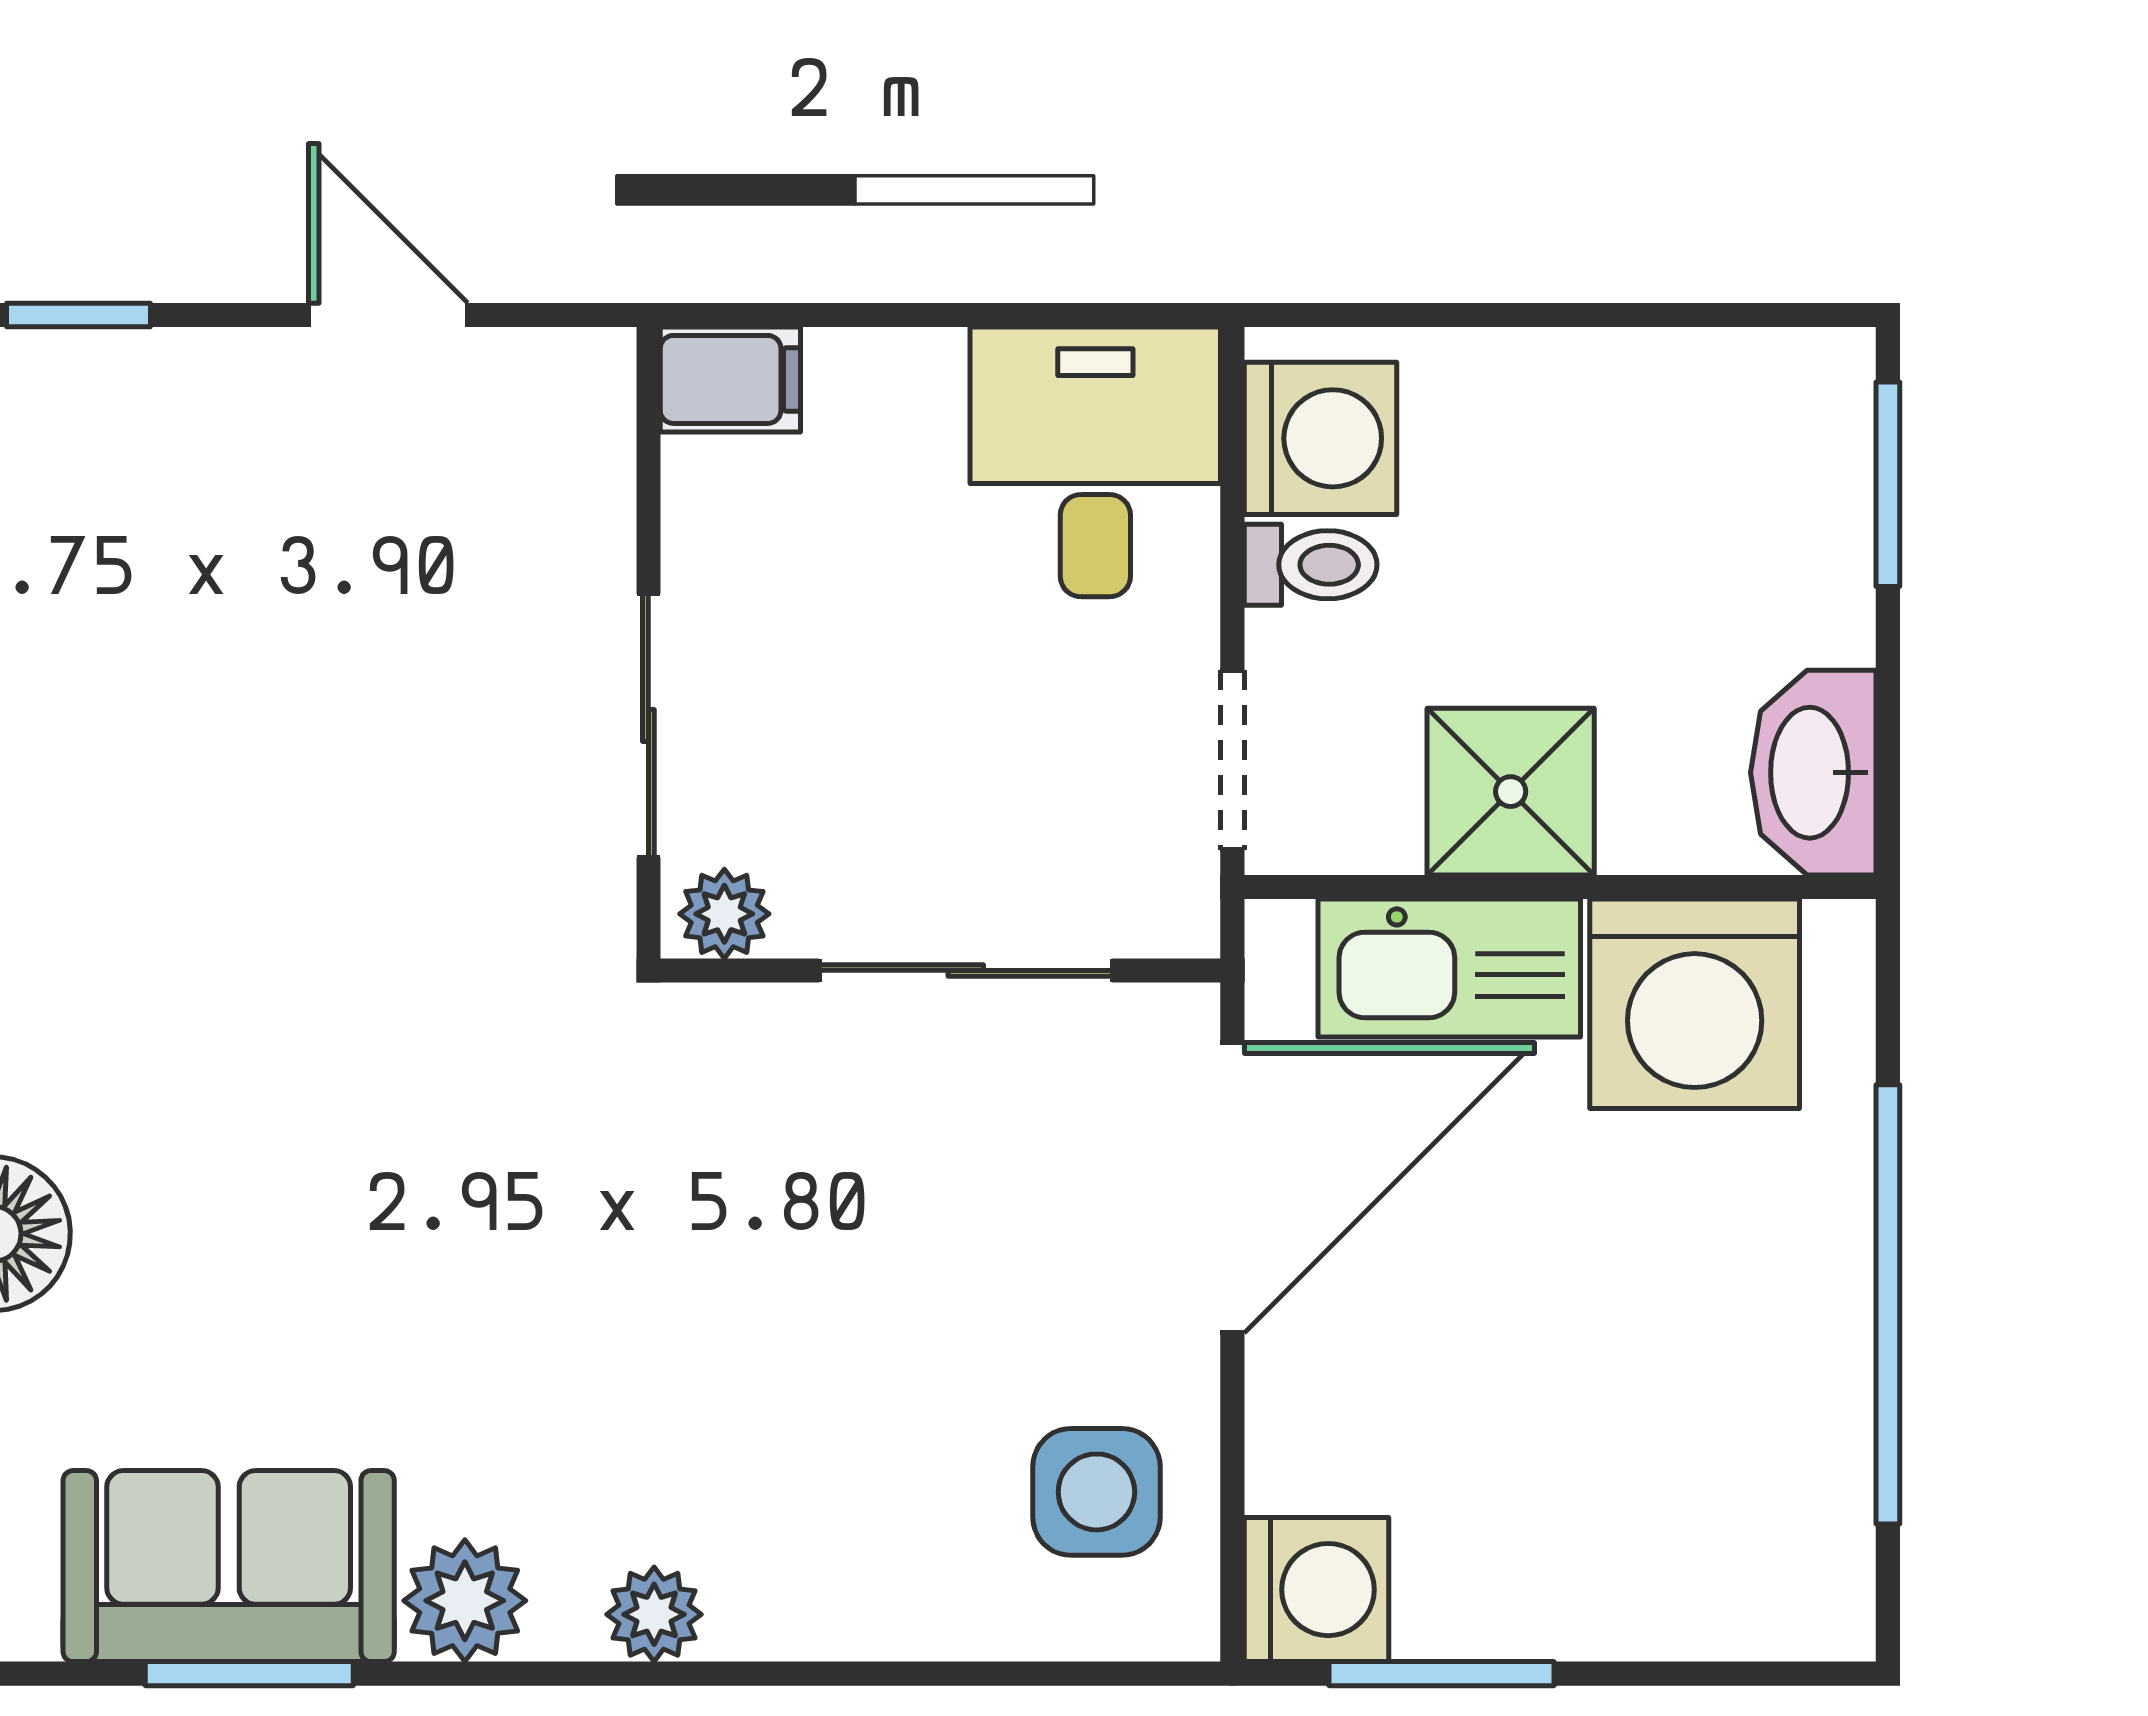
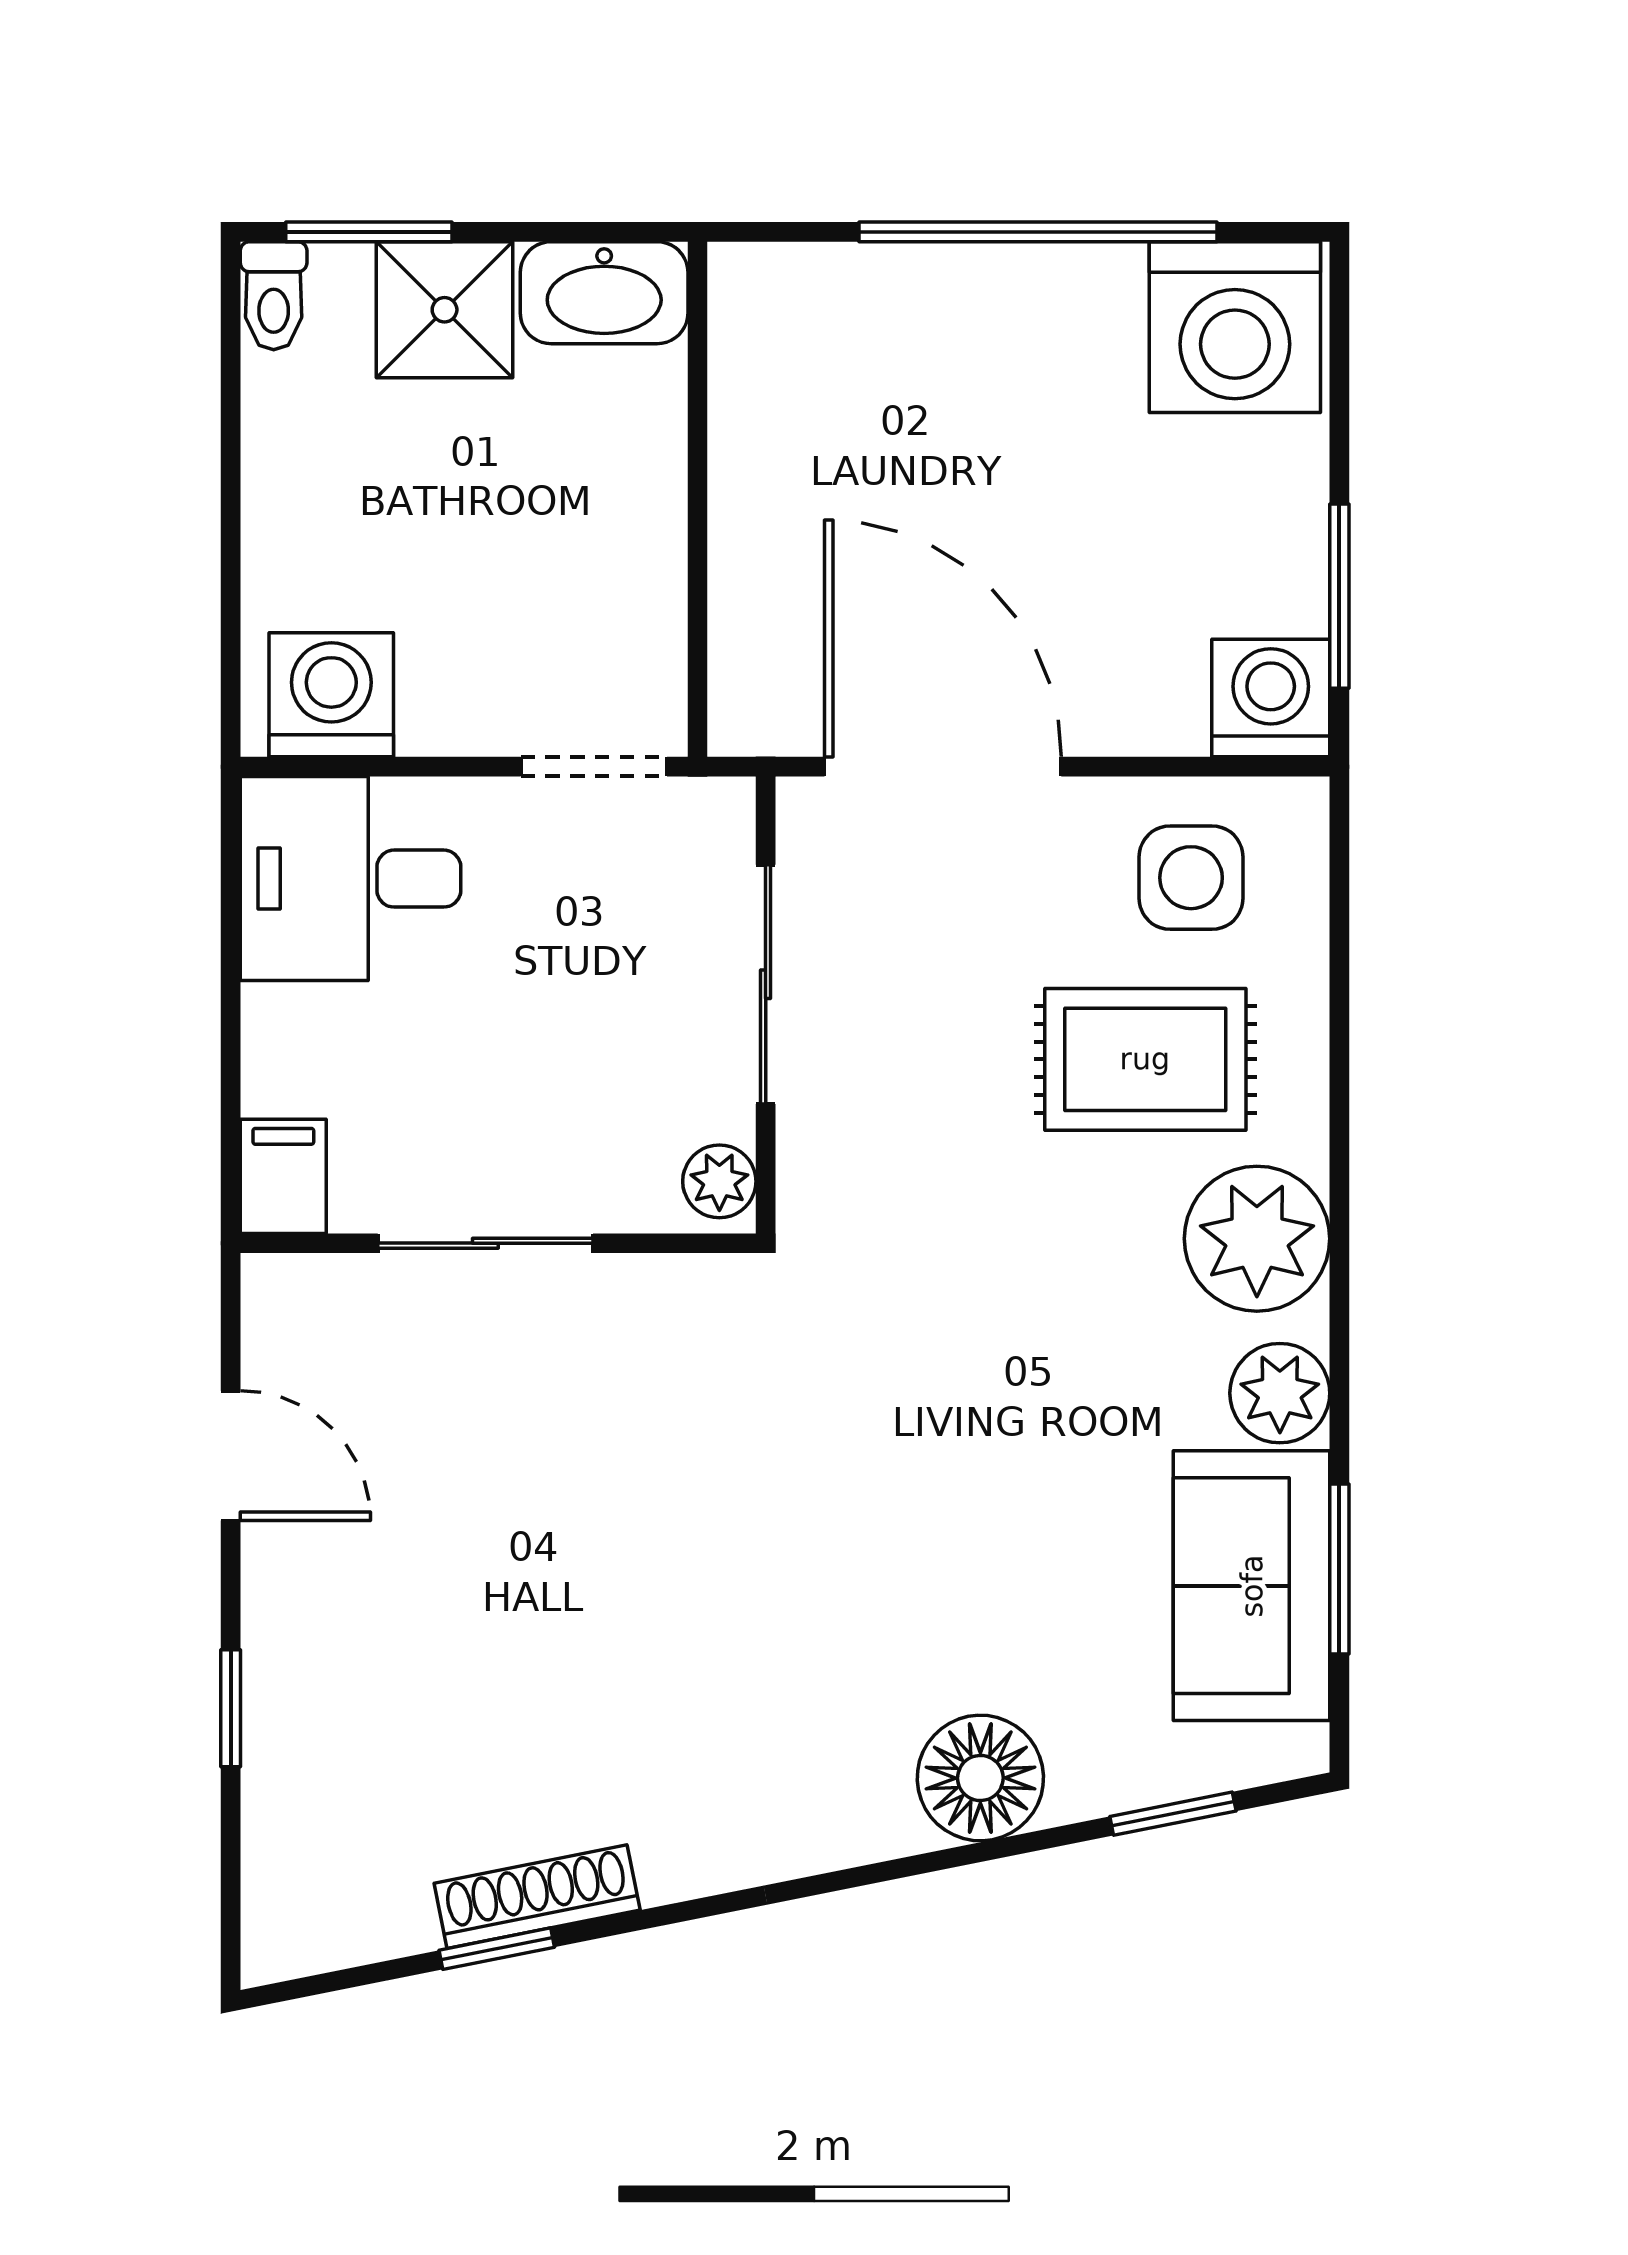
door: (388, 315) -> (231, 1456), swing flipped
toilet: (1311, 565) -> (274, 296), moved, turned 180
sliding door: (648, 726) -> (485, 1243), moved
shower: (1511, 792) -> (445, 310), moved
kitchen sink: (1449, 968) -> (764, 590), removed
washing machine: (1695, 1004) -> (1235, 327), moved, turned 90
rug: (874, 1436) -> (1145, 1059), added
plant: (654, 1614) -> (1257, 1239), width x1.88, depth x1.88

